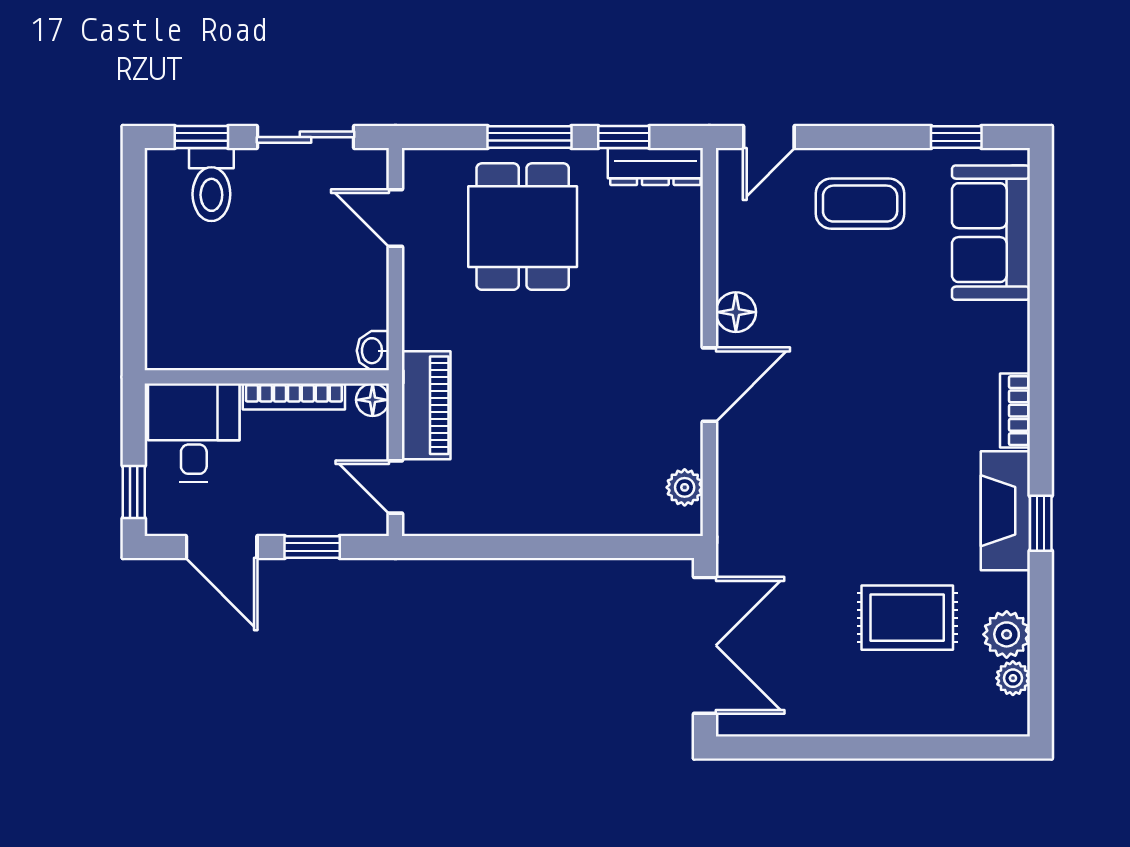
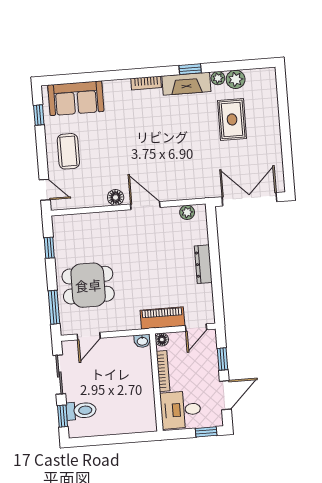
window: (530, 137) -> (54, 307), moved
dresser: (655, 167) -> (203, 264), moved, turned 180
plant: (1013, 678) -> (218, 78), moved

